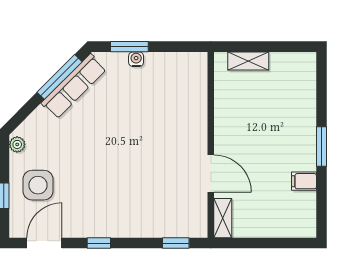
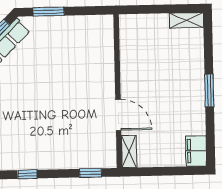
water cooler: (136, 59) -> (54, 22), removed
shelving: (248, 61) -> (186, 20), moved
filing cabinet: (304, 181) -> (196, 151), moved, width x2.00

